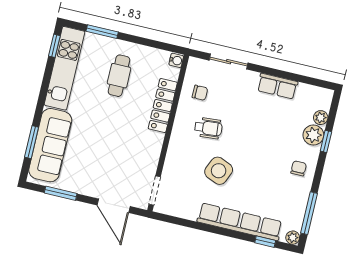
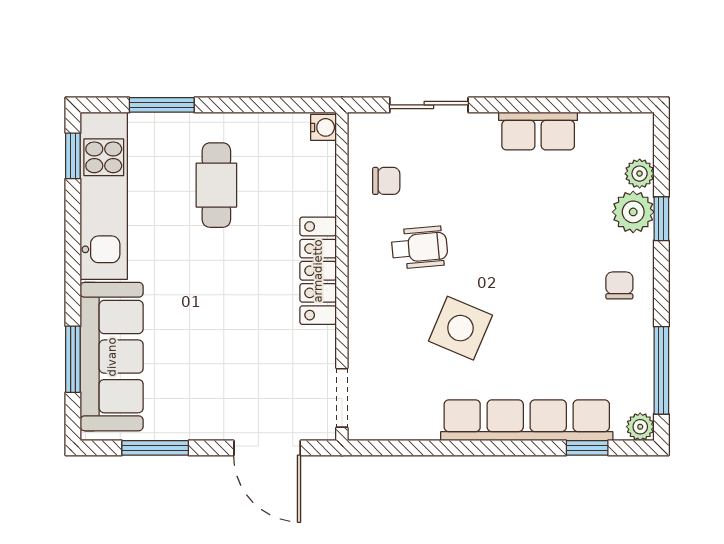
locker: (163, 106) -> (318, 271), moved

